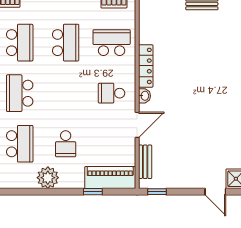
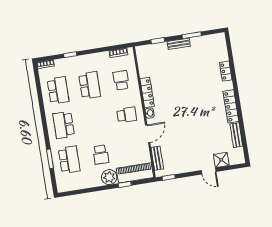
school desk: (112, 43) -> (121, 80), width x0.54
school desk: (112, 93) -> (127, 115), turned 180
plant: (48, 178) -> (109, 177), moved

